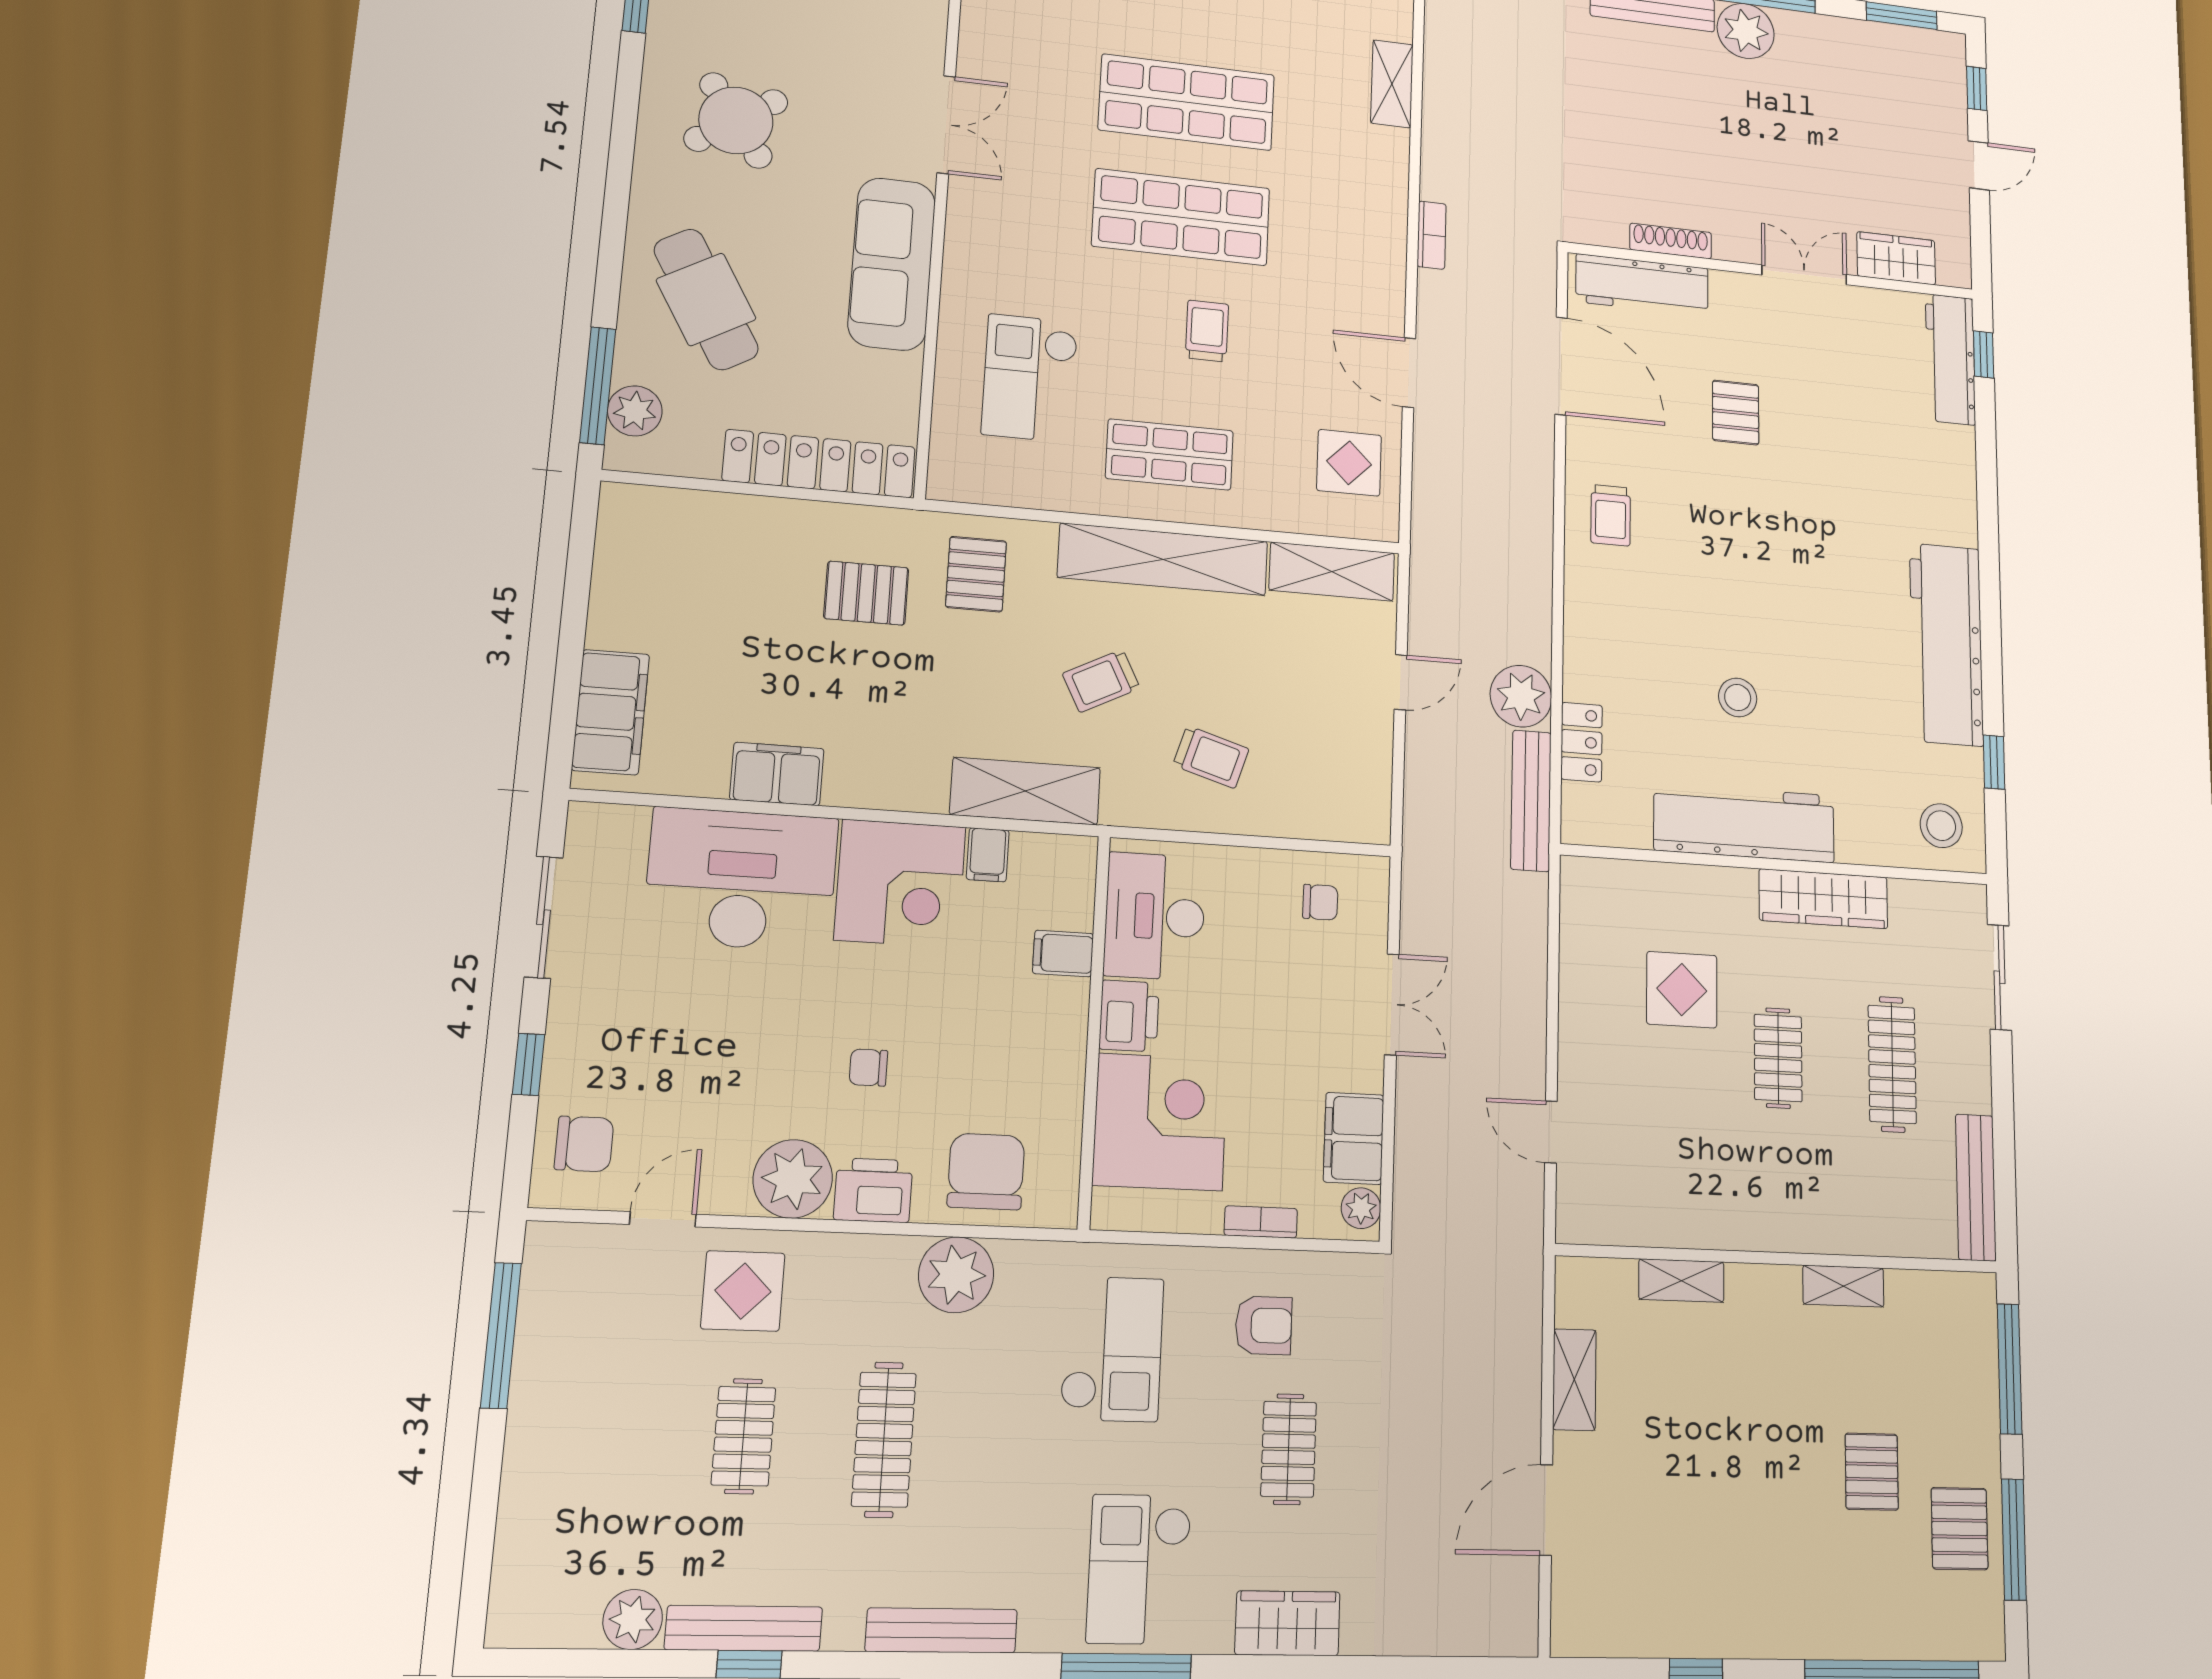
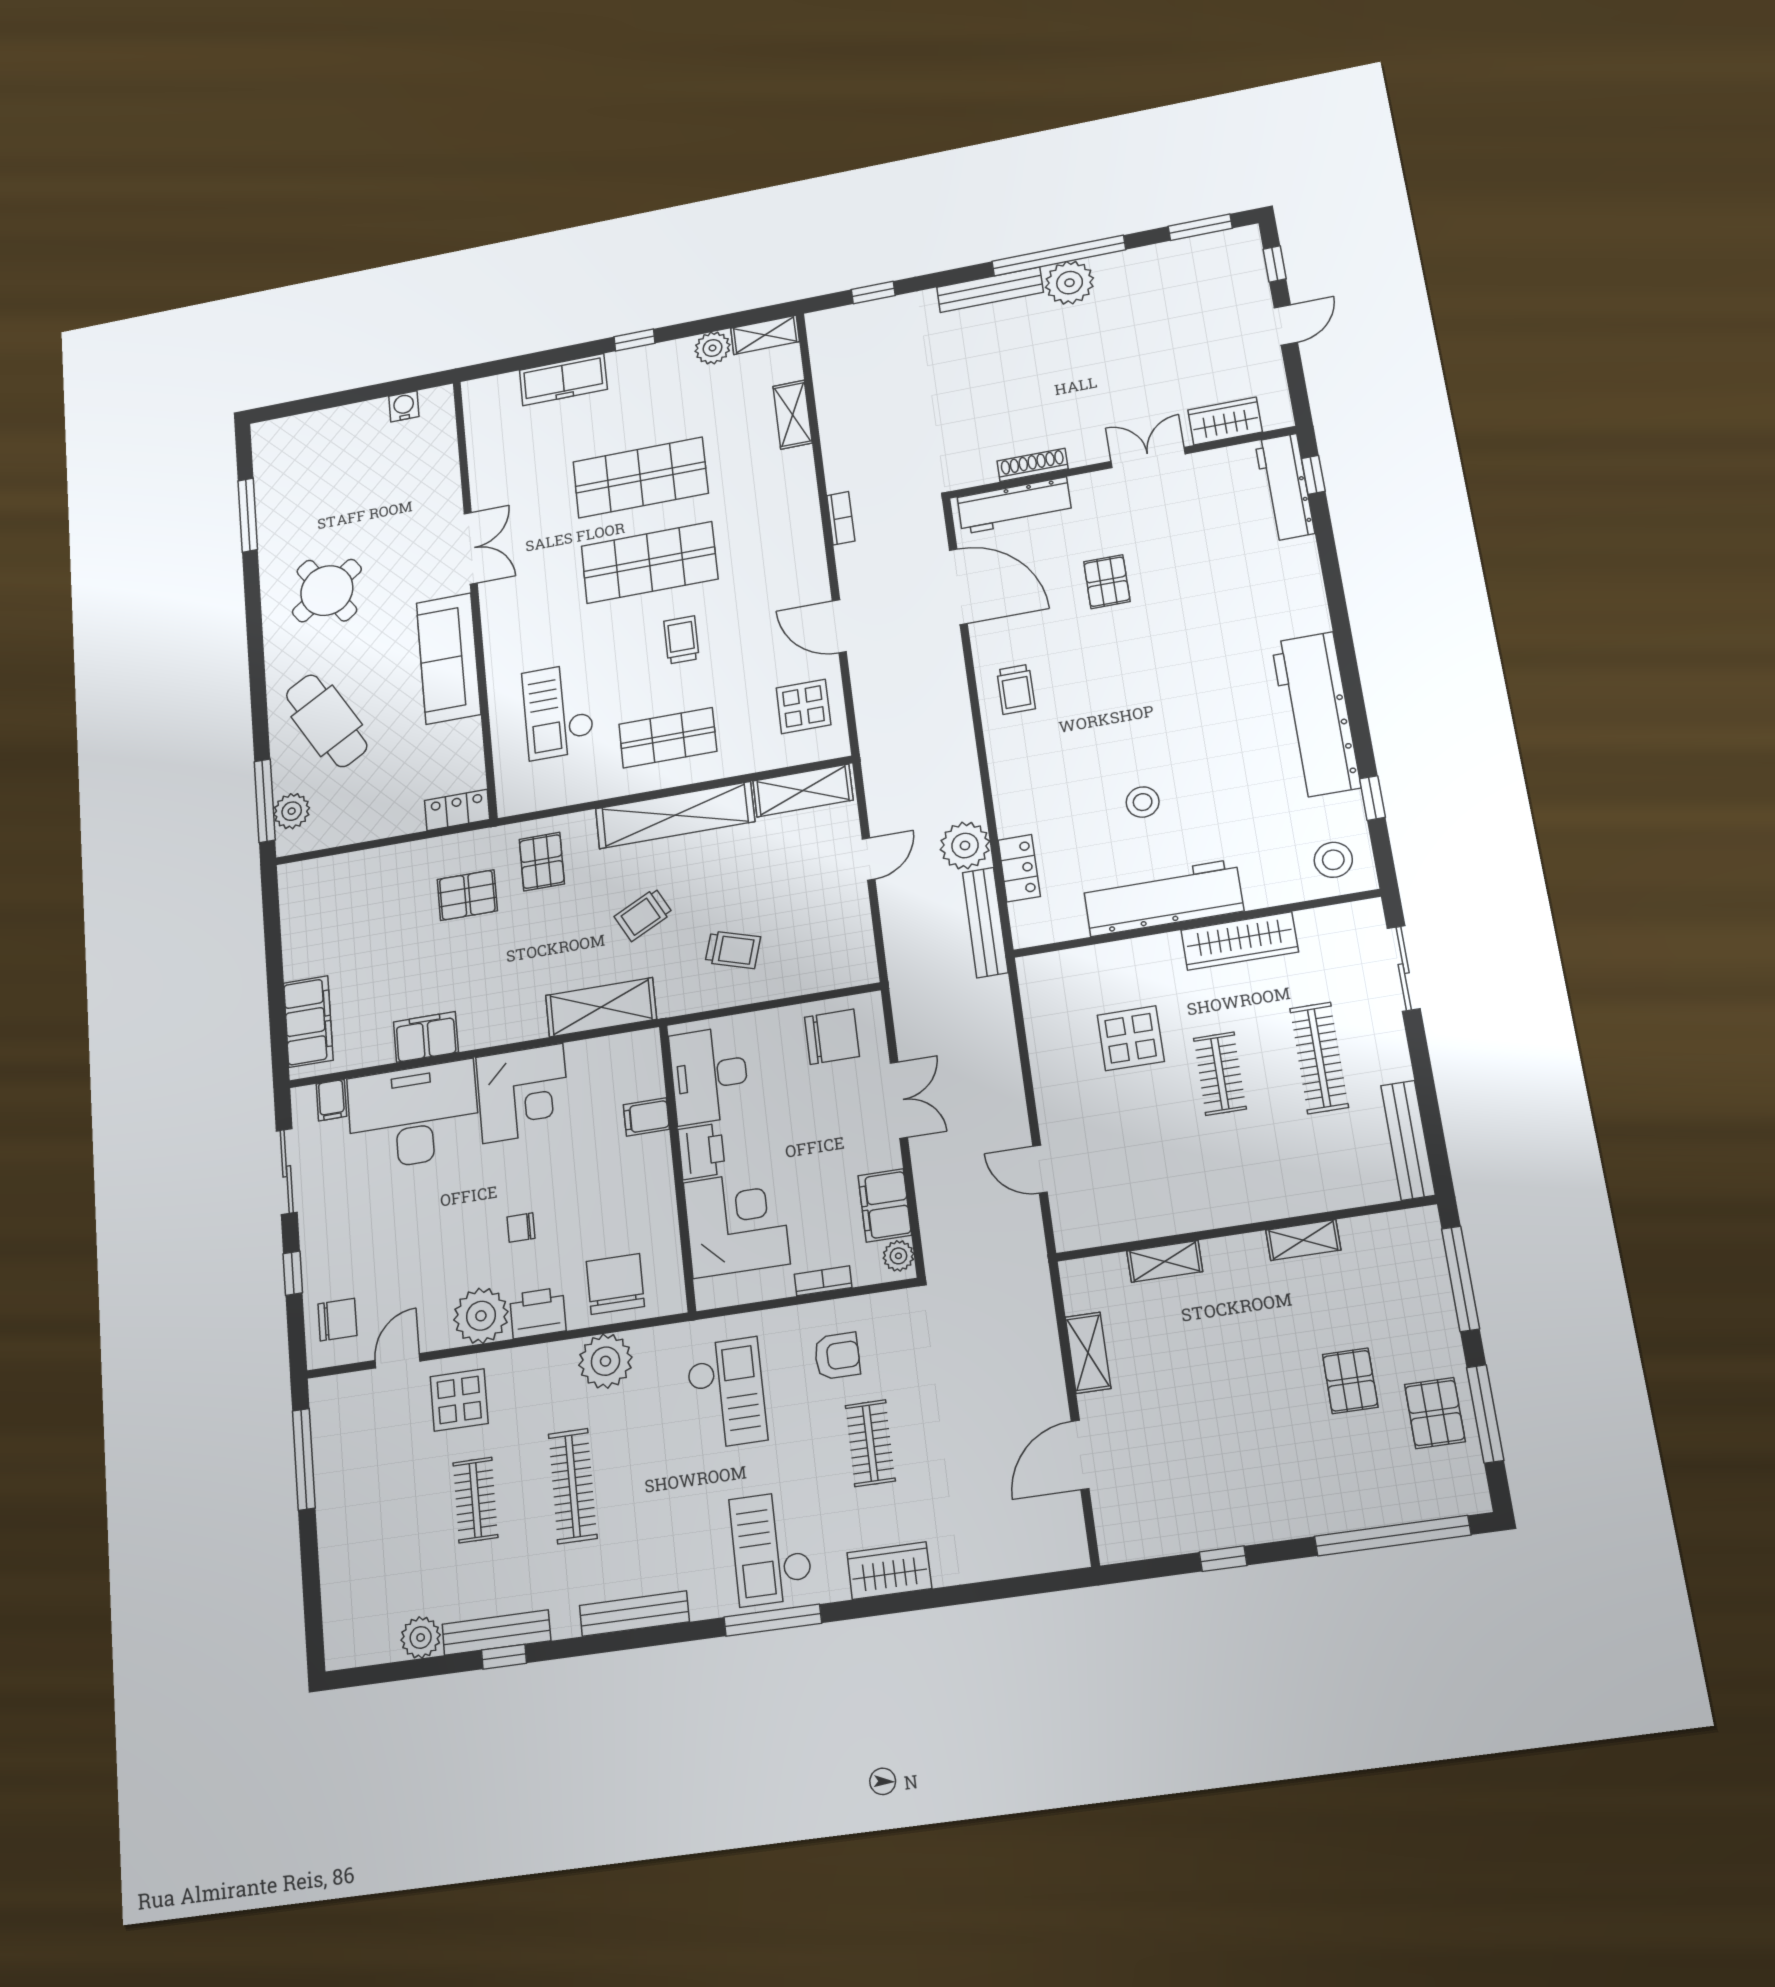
locker: (819, 464) -> (457, 810), width x0.46, depth x0.83
filing cabinet: (988, 855) -> (331, 1100), moved
chair: (1320, 902) -> (832, 1037), width x1.87, depth x1.87

